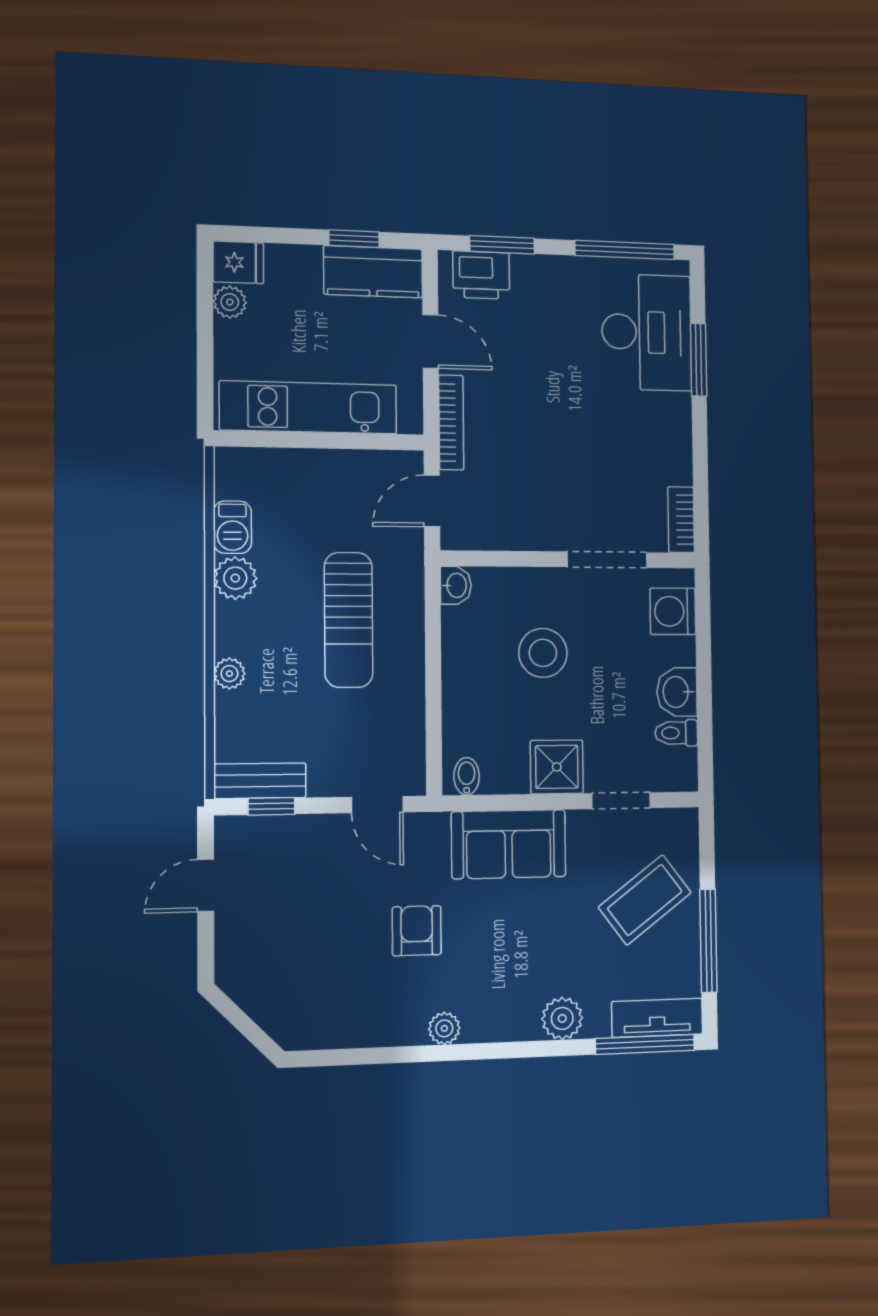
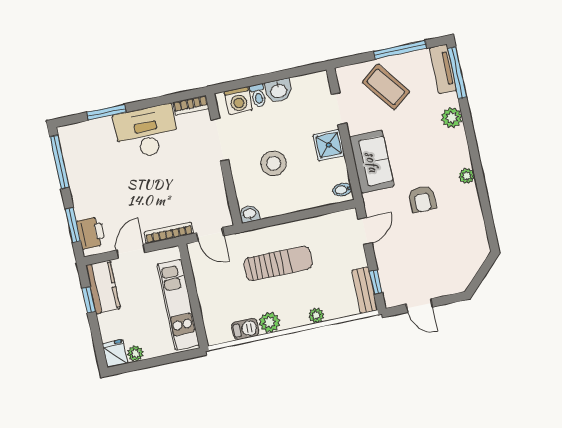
desk: (647, 332) -> (146, 132), moved
toilet: (676, 733) -> (258, 95), moved
armchair: (417, 931) -> (422, 199), turned -90

